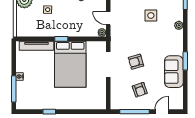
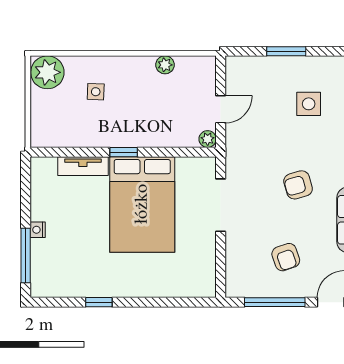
door: (108, 18) -> (221, 109), swing flipped
tv unit: (37, 46) -> (83, 166), width x0.71
armchair: (136, 62) -> (298, 185), moved

